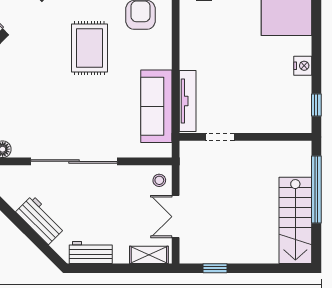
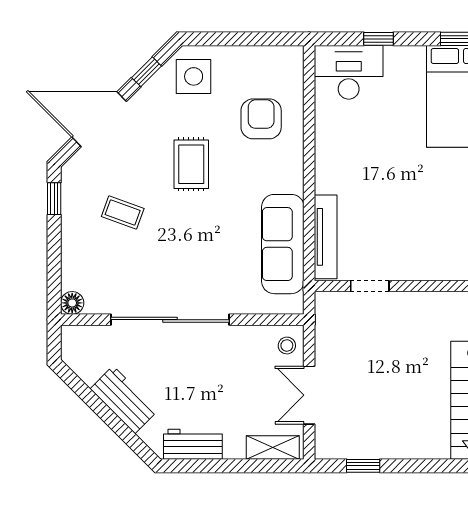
rug: (89, 48) -> (191, 164), width x0.73, depth x0.70
coffee table: (39, 83) -> (123, 213), added

